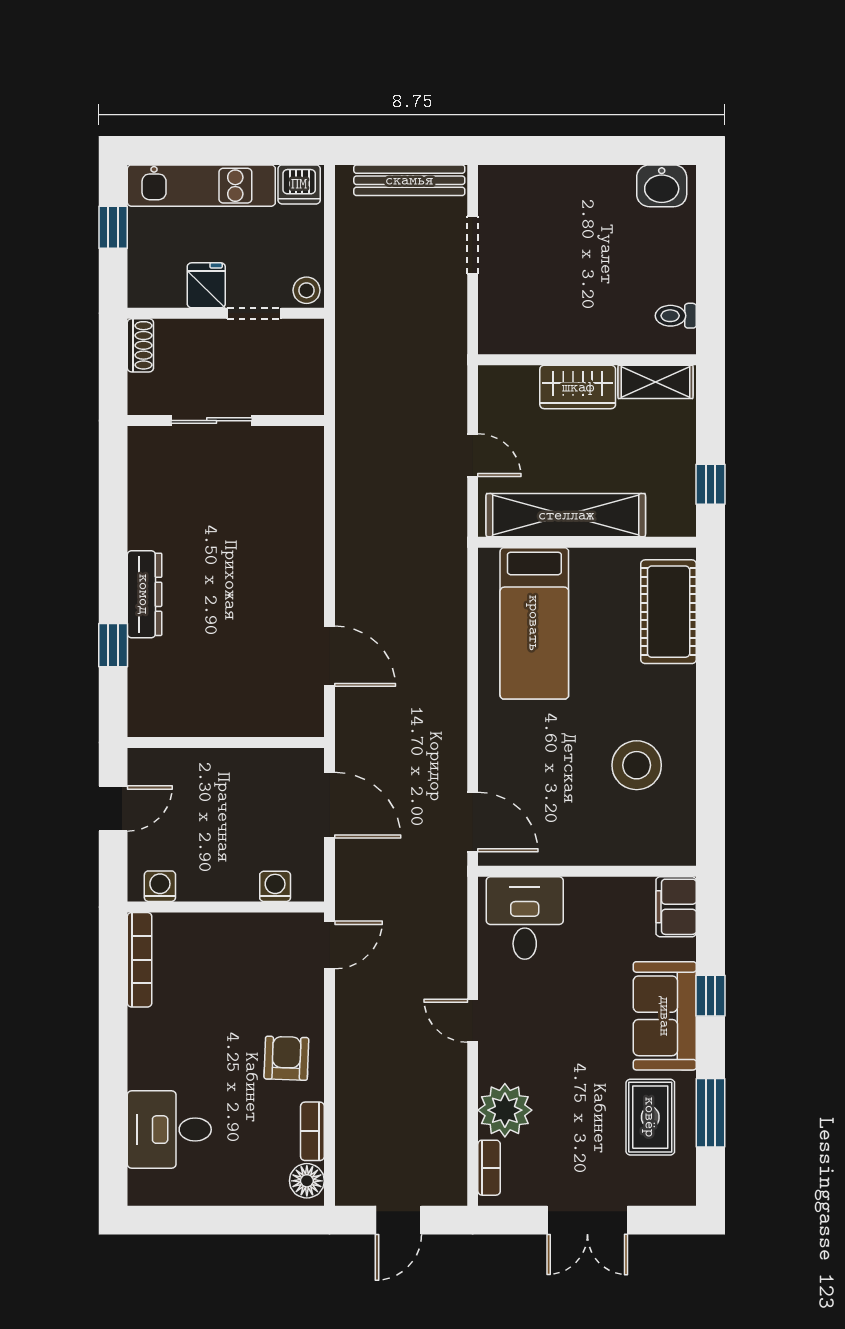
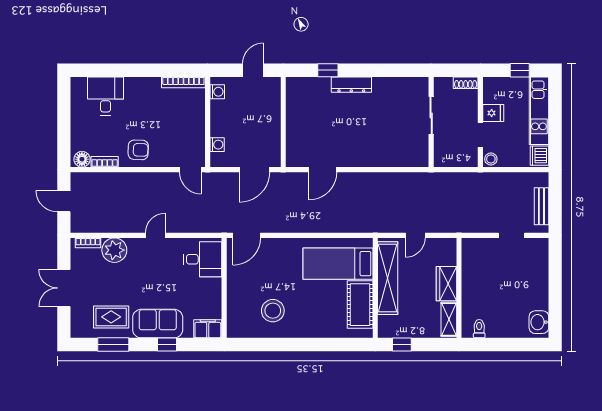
bench: (409, 180) -> (541, 206), width x0.73
cot: (669, 612) -> (360, 305), moved, turned 90
door: (113, 809) -> (253, 70), swing flipped

